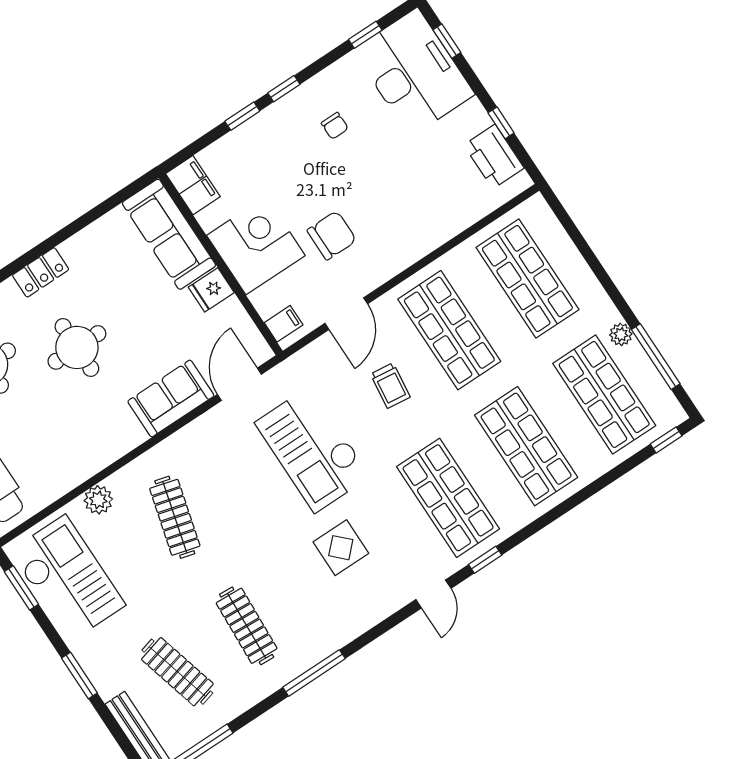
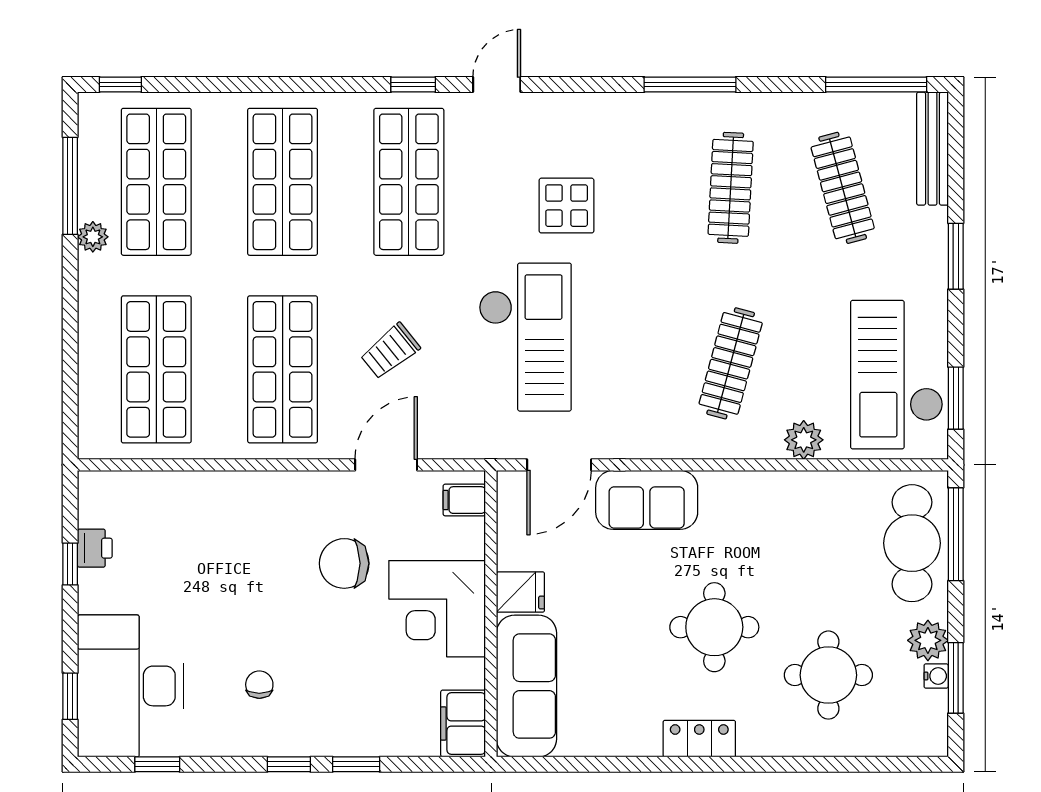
printer: (494, 157) -> (95, 548), width x0.53, depth x0.68
trolley: (390, 386) -> (390, 351), turned -136

